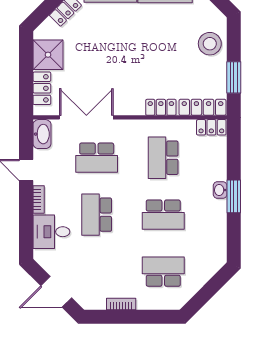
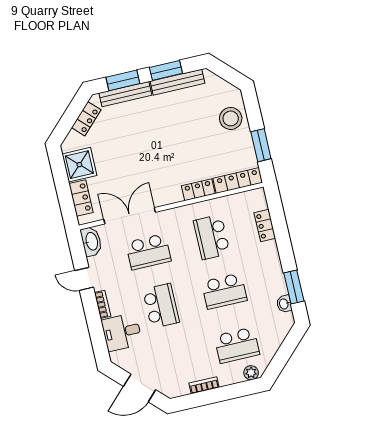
locker: (211, 127) -> (265, 225), moved, turned 90
washbasin: (220, 190) -> (284, 304), moved
window: (234, 196) -> (294, 287), moved
school desk: (97, 215) -> (161, 306), turned 180
school desk: (163, 272) -> (237, 345), turned 180
plant: (171, 302) -> (251, 373), added

